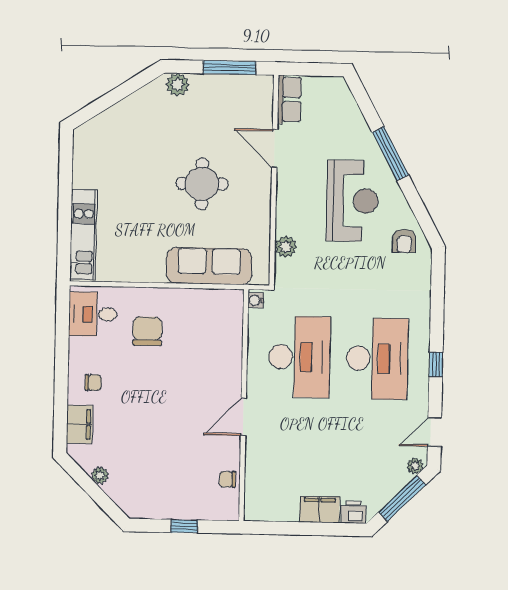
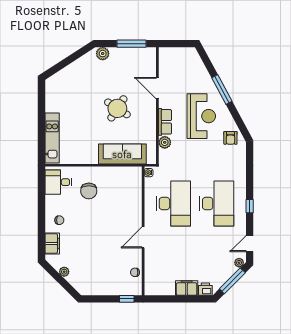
row of seats: (289, 99) -> (165, 122), moved
round table: (202, 184) -> (117, 108), turned 33
chair: (147, 331) -> (89, 191), turned 180
window: (184, 526) -> (127, 299), moved

